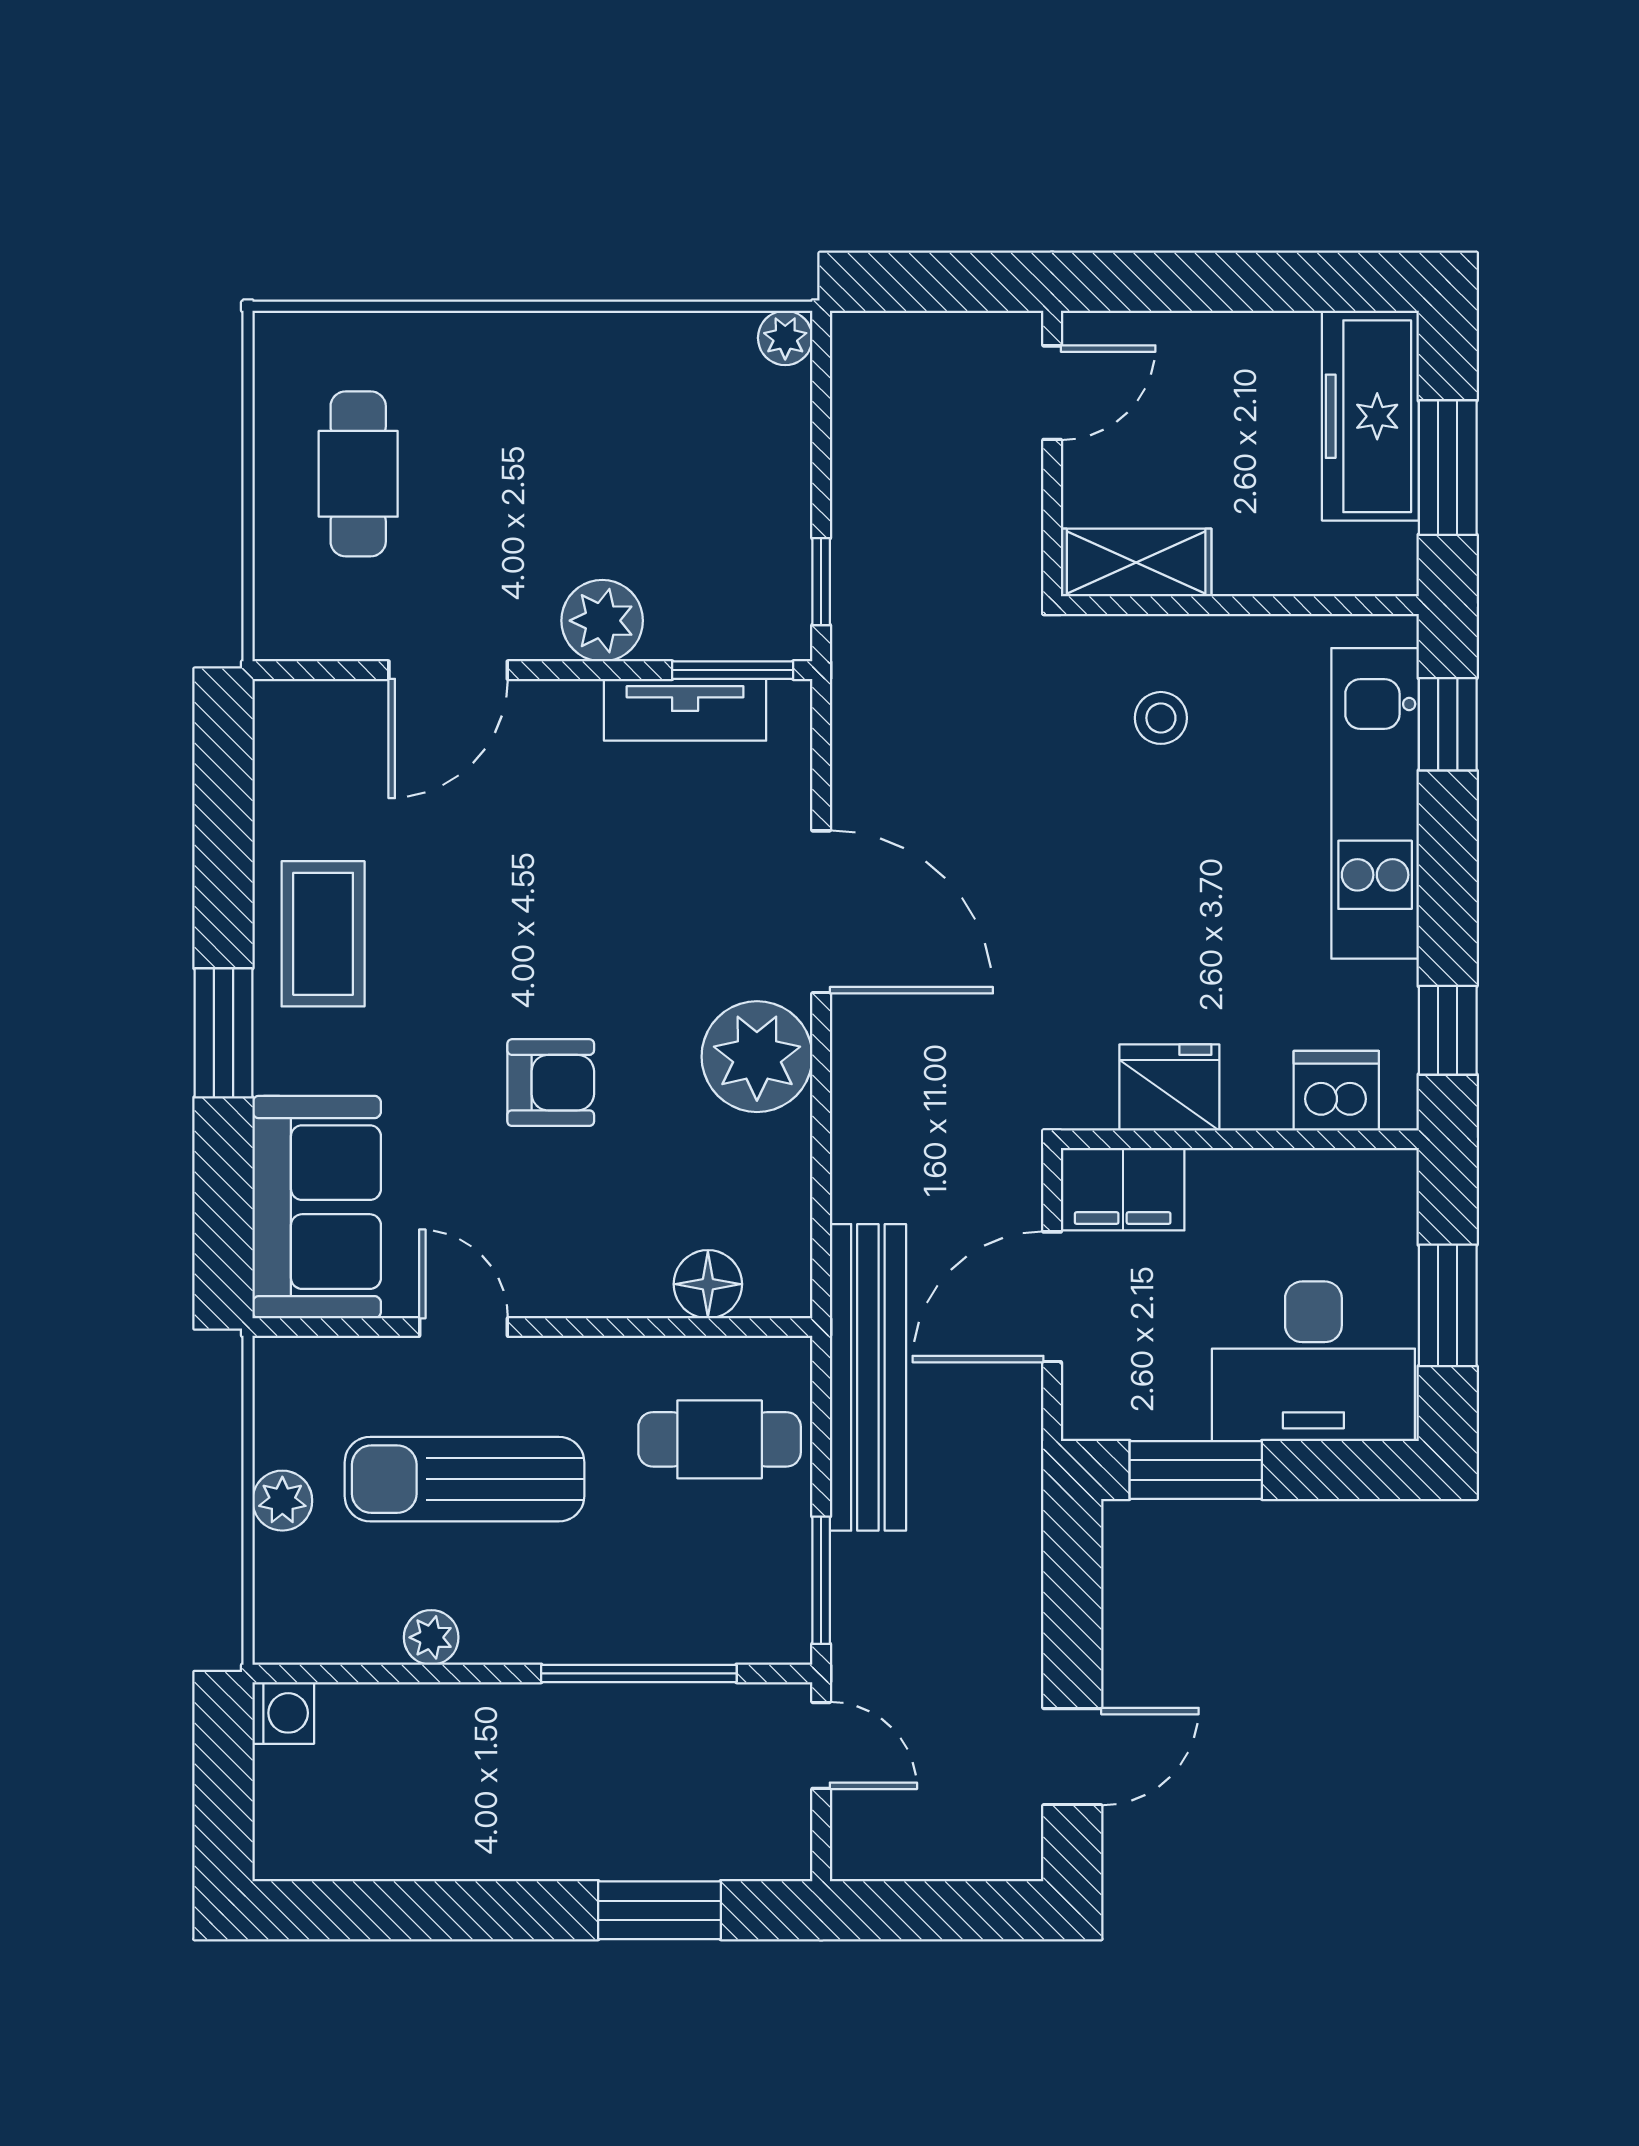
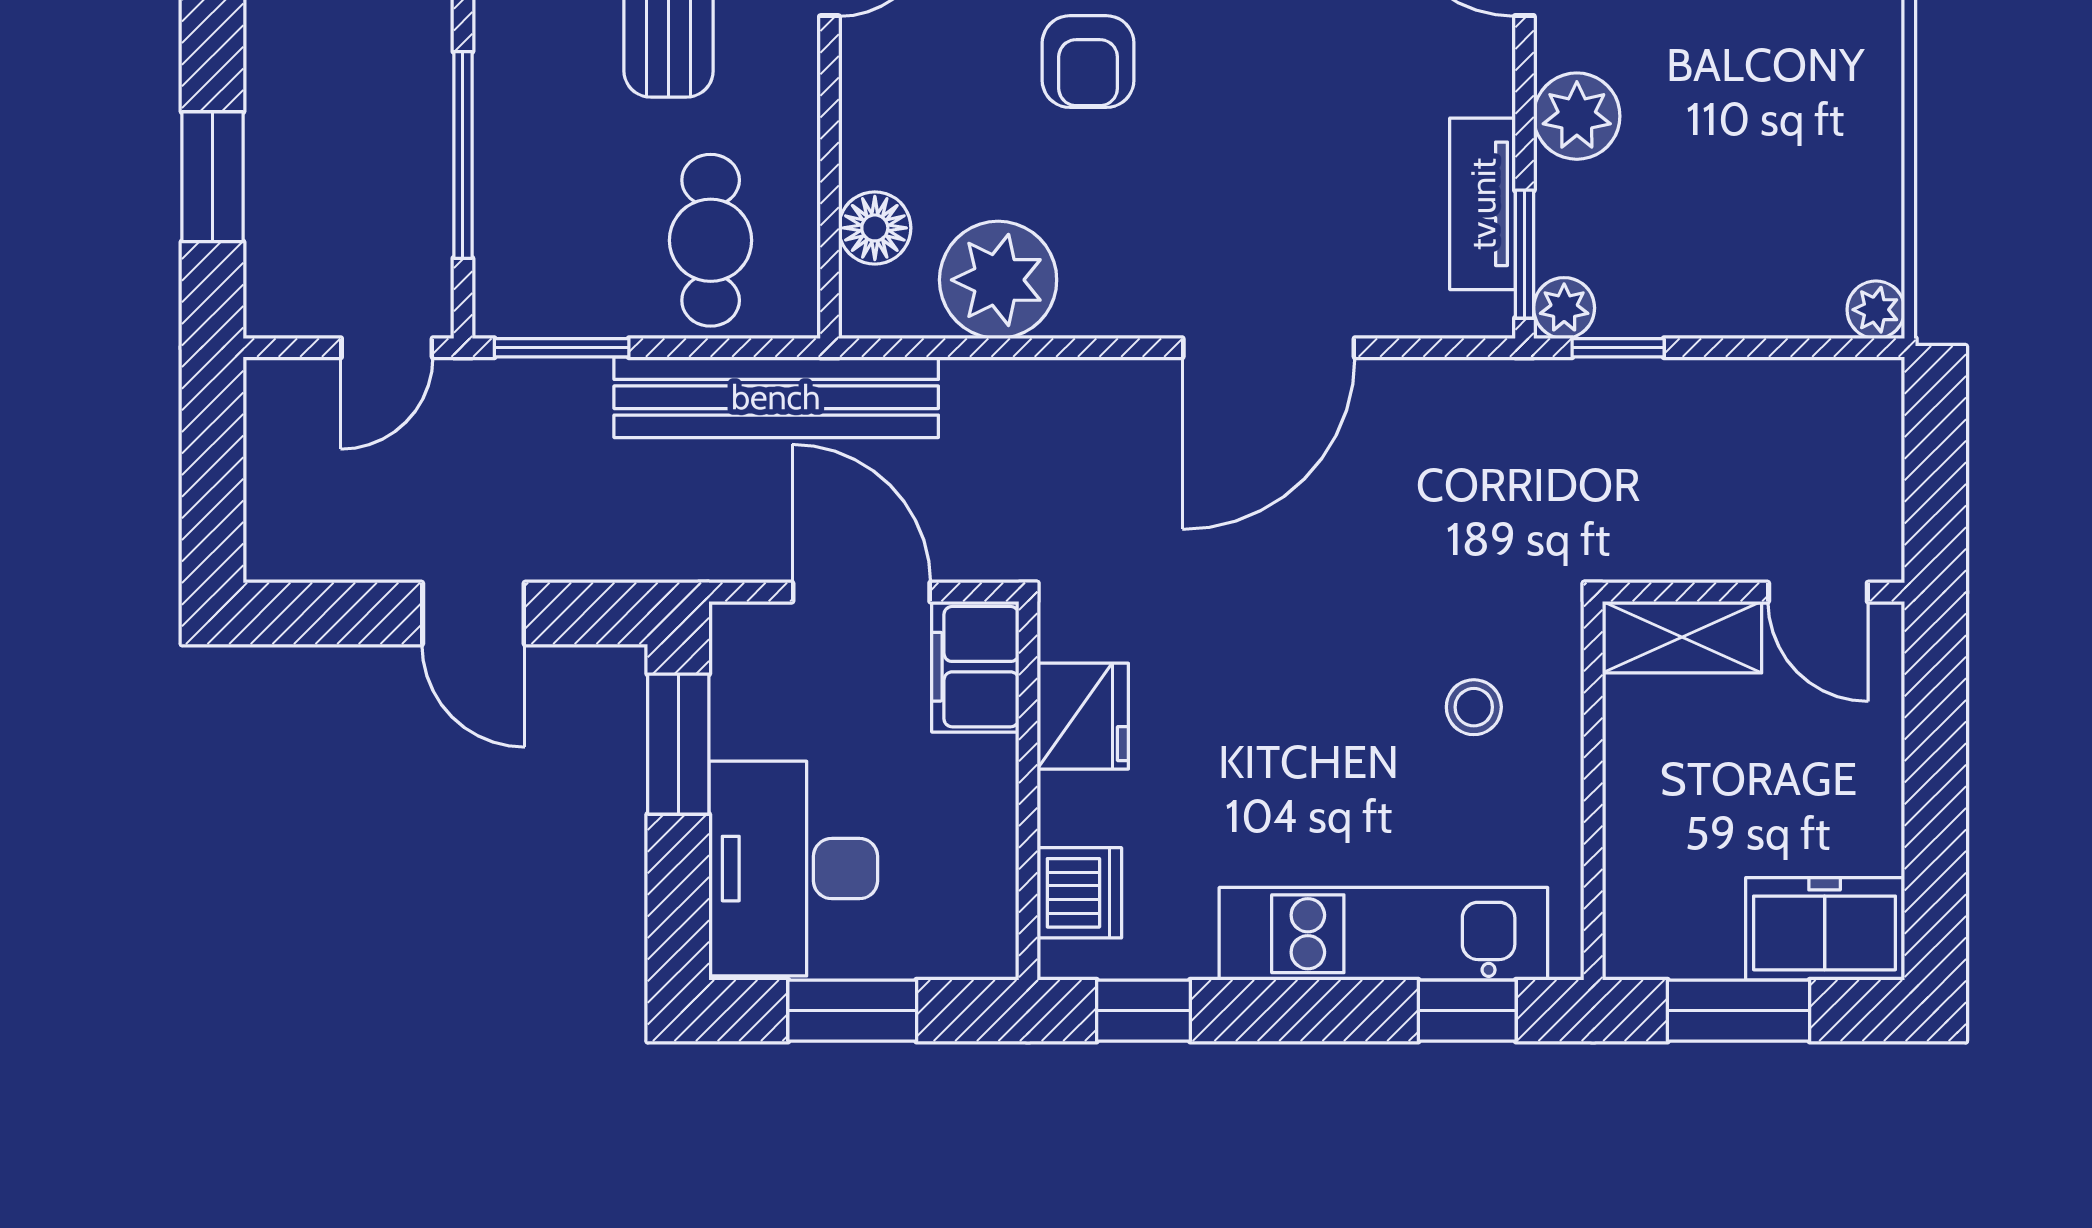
freezer: (1370, 416) -> (1825, 929), width x0.71
shelving: (1136, 563) -> (1682, 637), moved, turned 90
plant: (784, 633) -> (1564, 308), added
plant: (757, 1057) -> (998, 280), moved
door: (1072, 1757) -> (473, 613), moved

